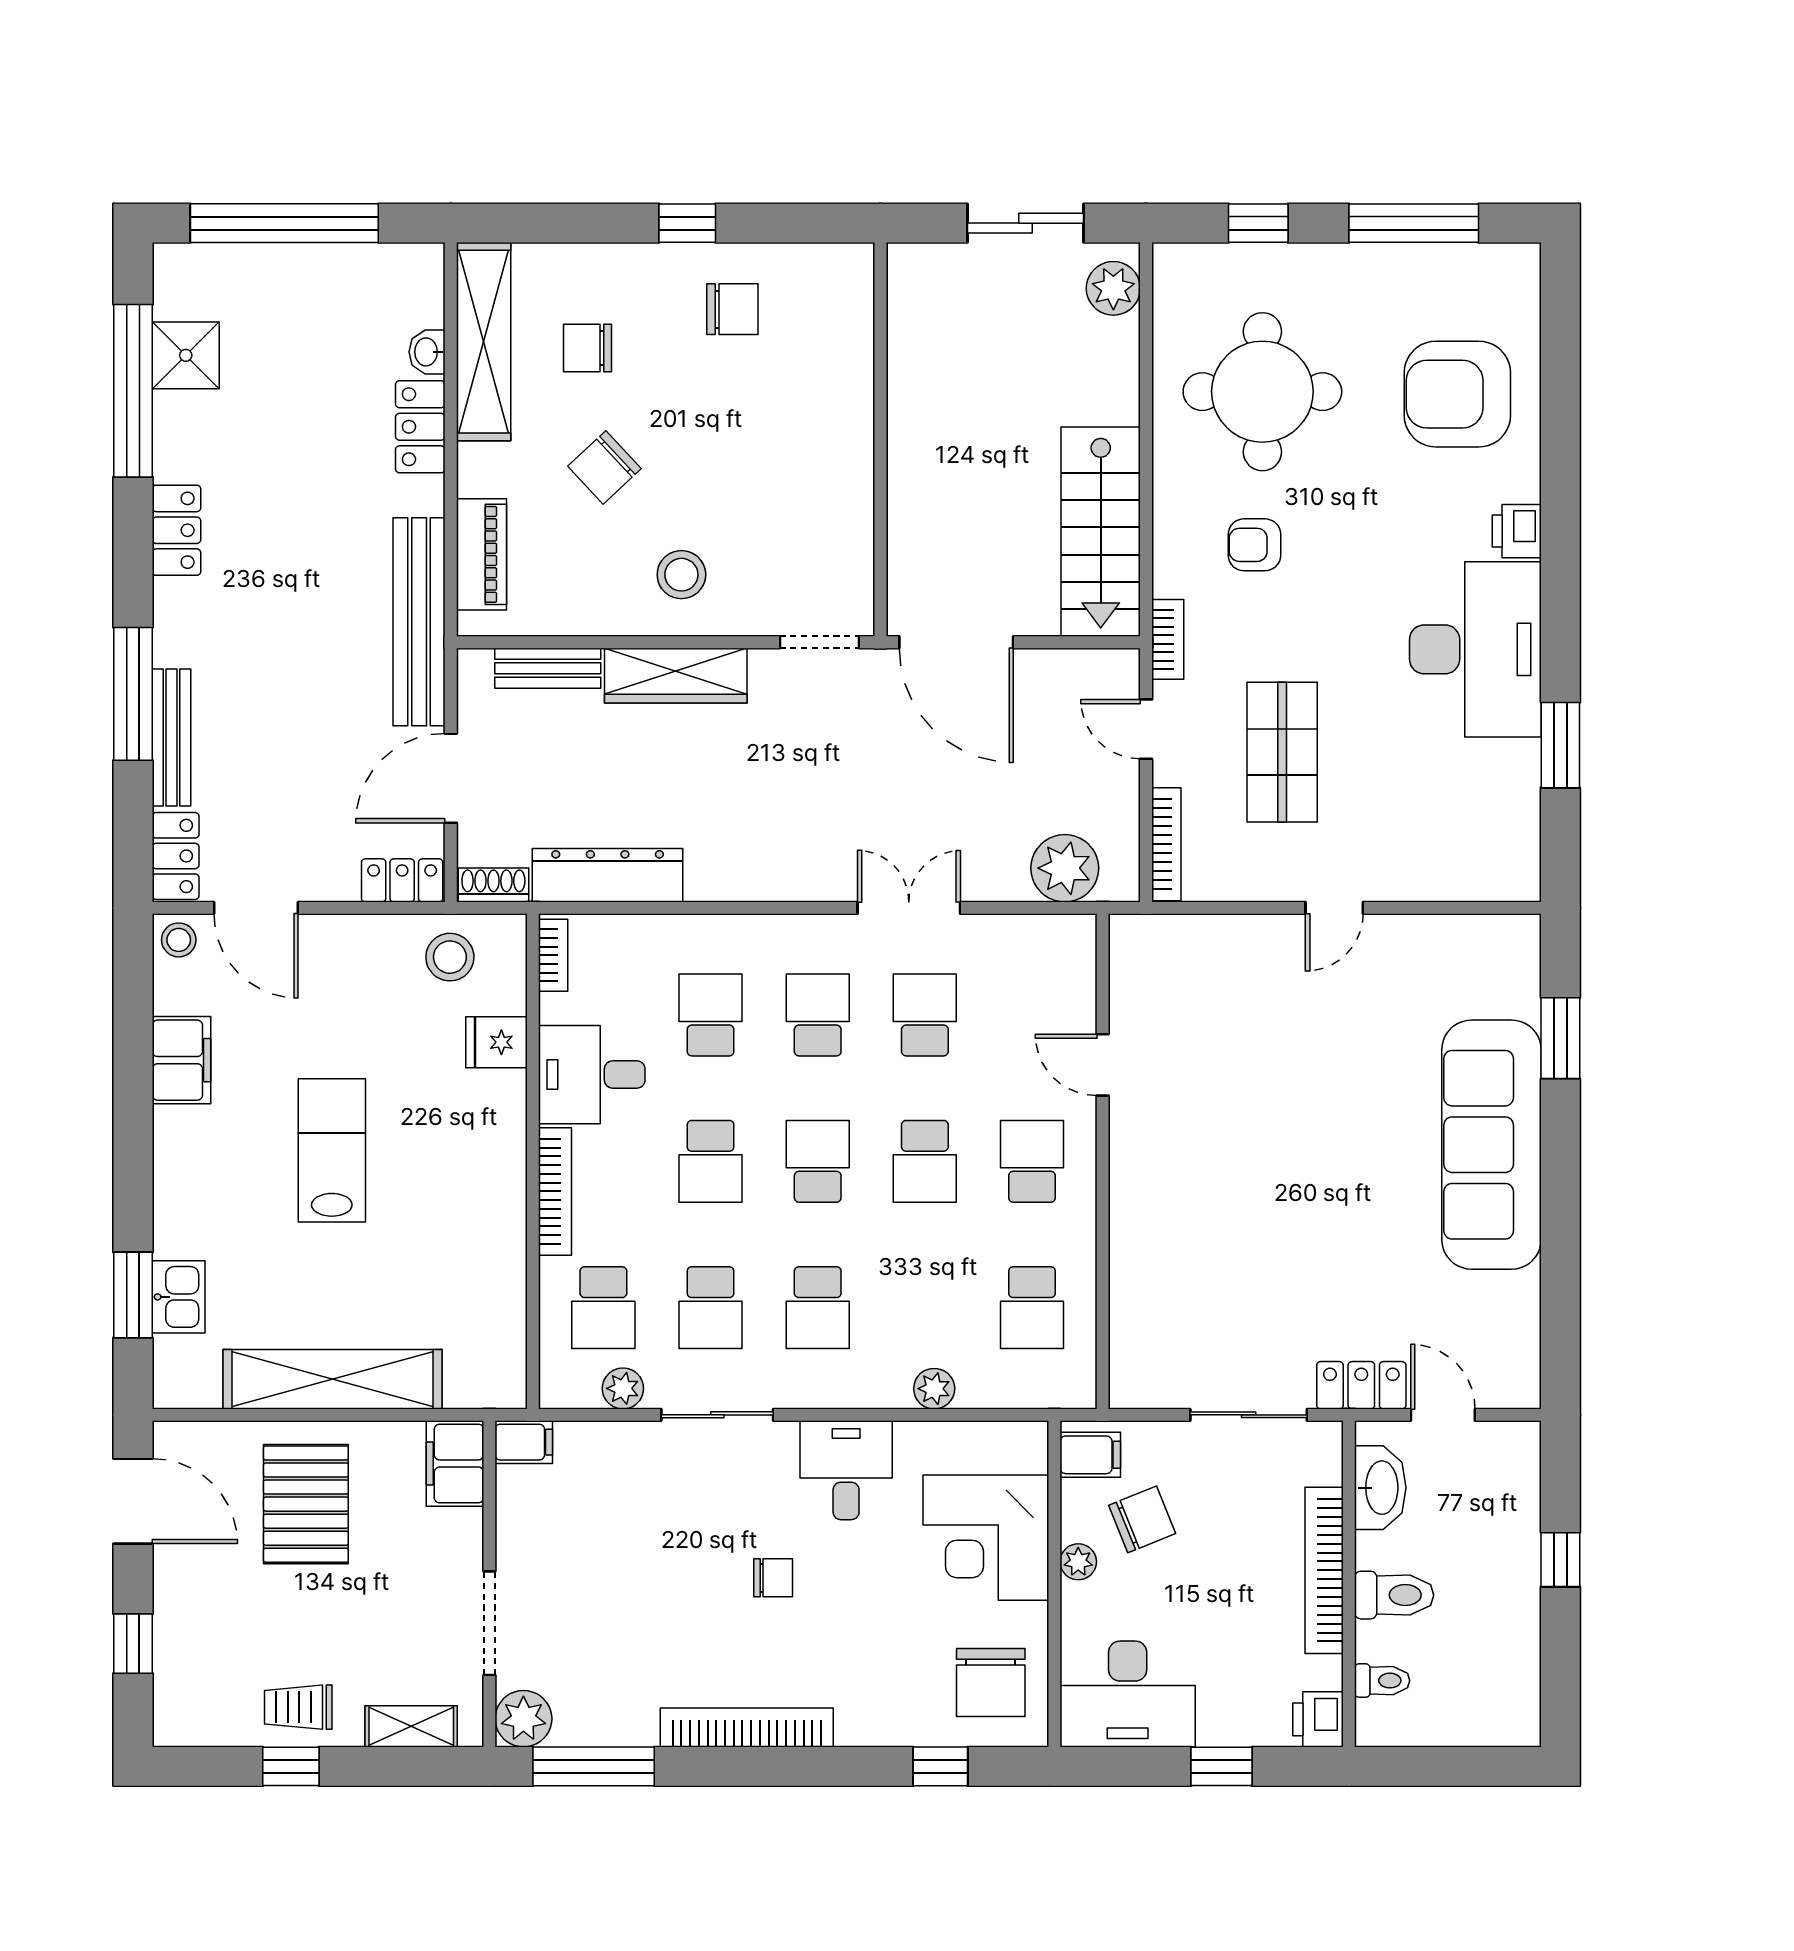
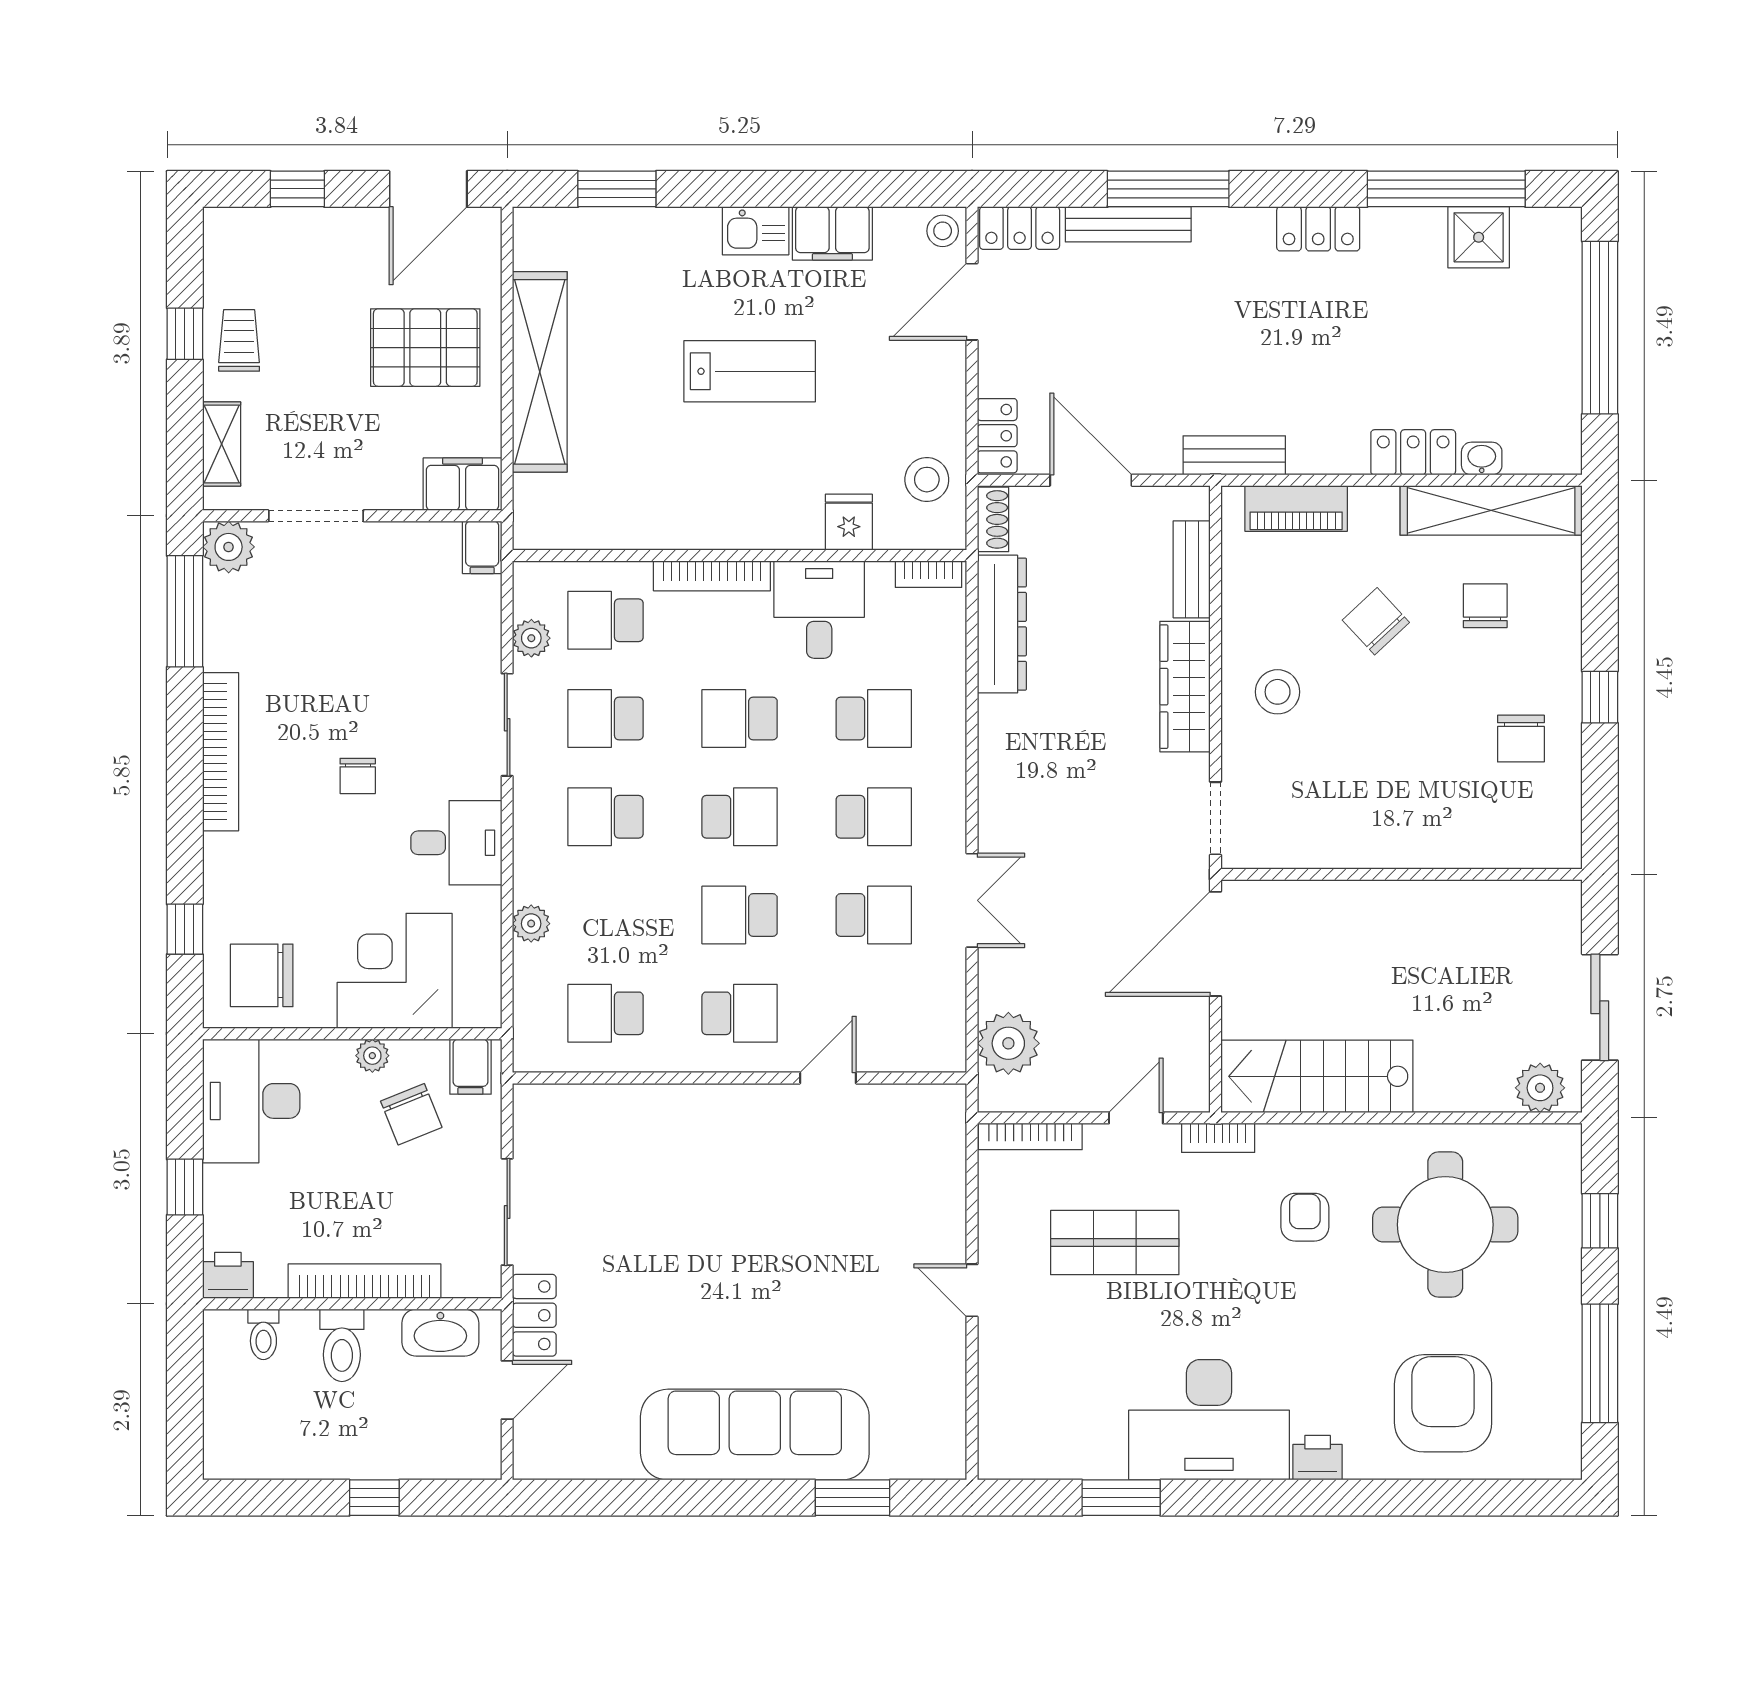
bench: (419, 622) -> (1234, 455), width x0.54, depth x0.82
kitchen sink: (179, 1297) -> (756, 231), moved

